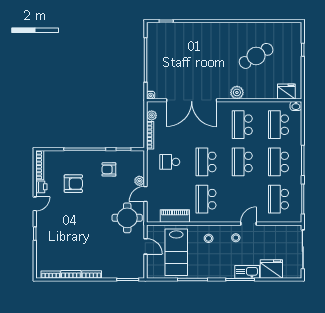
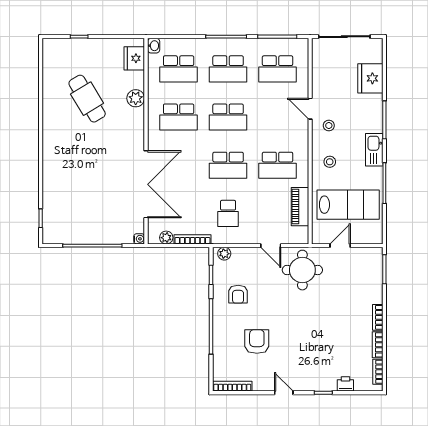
plant: (237, 92) -> (136, 98), moved
plant: (139, 181) -> (224, 254), moved
printer: (41, 187) -> (345, 384), moved
kitchen sink: (247, 272) -> (374, 150), moved

